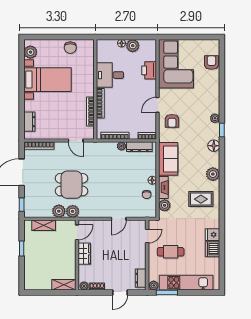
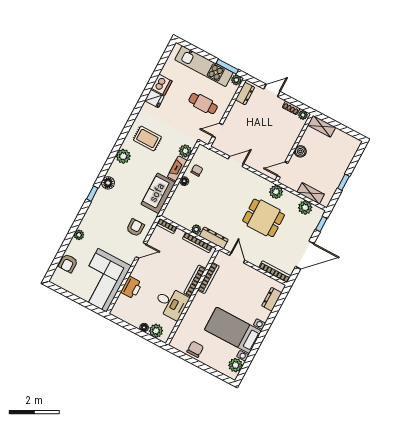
plant: (133, 46) -> (156, 331), moved
plant: (215, 118) -> (79, 235), moved
dresser: (139, 147) -> (214, 238), moved
plant: (59, 211) -> (305, 208), moved
wardrobe: (84, 254) -> (286, 145), removed
boiler: (70, 255) -> (300, 151), added

